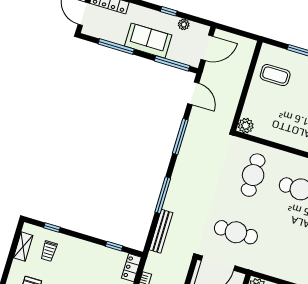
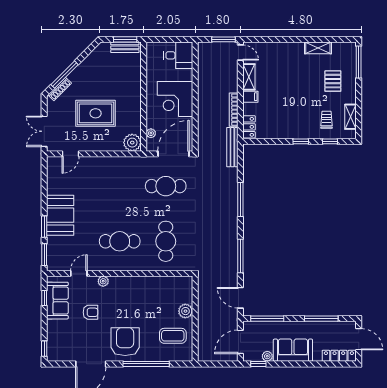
window: (169, 11) -> (258, 364), moved
sofa: (148, 41) -> (293, 350), moved, turned 180
plant: (246, 126) -> (185, 311), moved
bench: (161, 231) -> (232, 147), moved
window: (114, 246) -> (301, 141), moved

